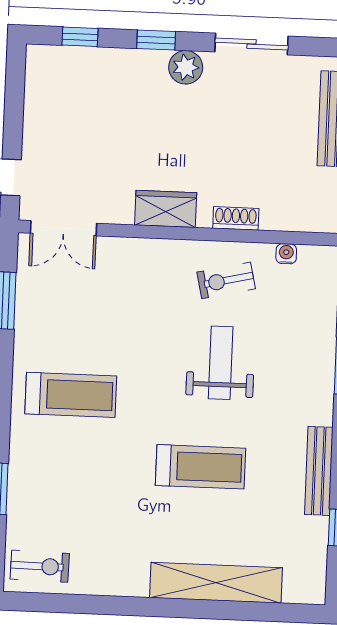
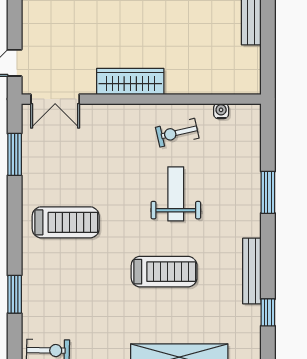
wardrobe: (166, 209) -> (130, 81), width x1.50
shoe rack: (236, 218) -> (183, 86), removed

